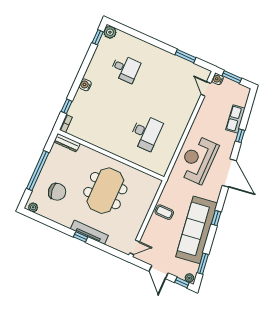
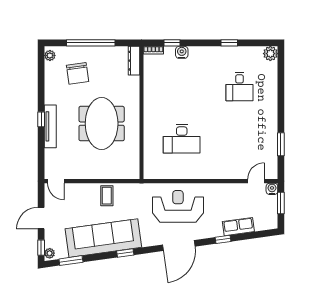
window: (98, 37) -> (229, 43), moved
water cooler: (85, 85) -> (182, 52), moved
meeting table: (105, 191) -> (102, 124), turned 90

